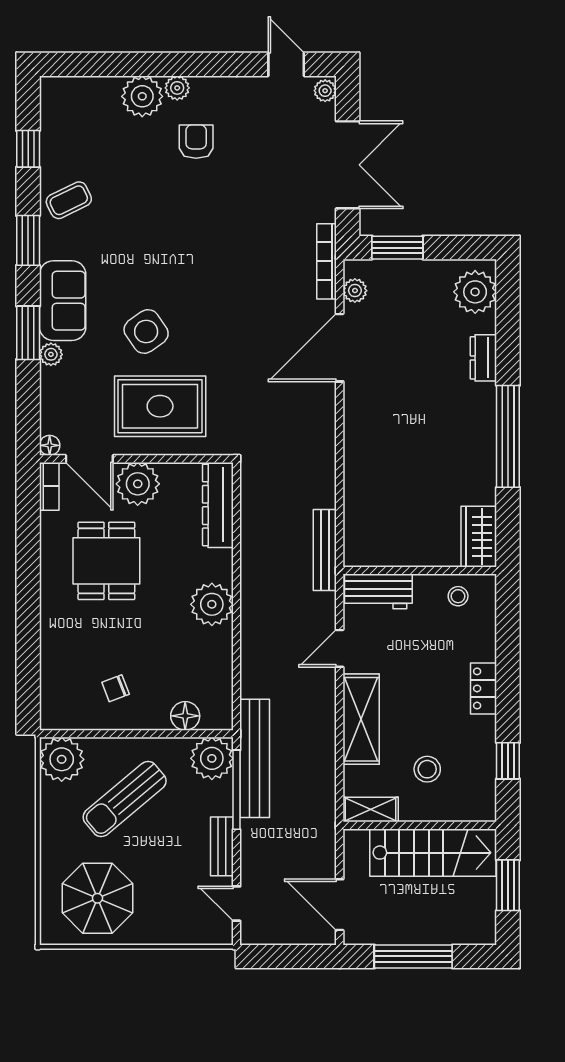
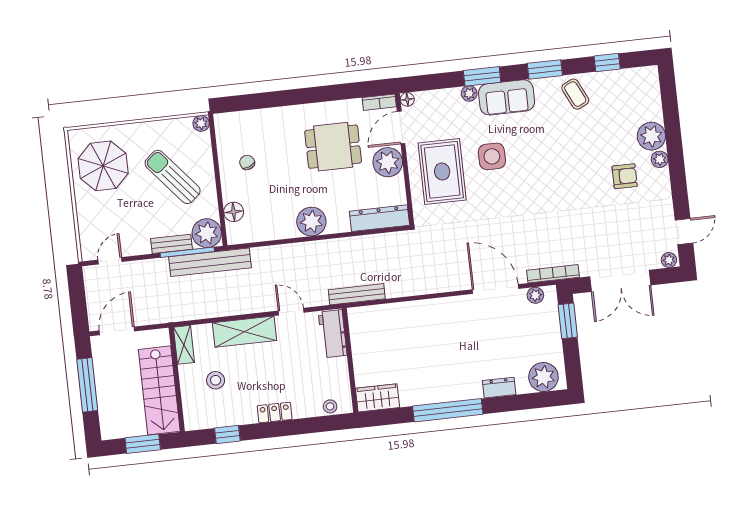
side table: (146, 331) -> (492, 156), turned 35
stool: (458, 596) -> (330, 406), moved
plant: (62, 759) -> (201, 123), width x0.53, depth x0.53
bench: (222, 846) -> (171, 244), moved

